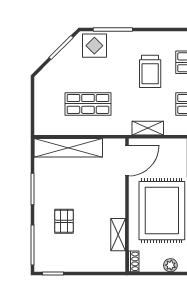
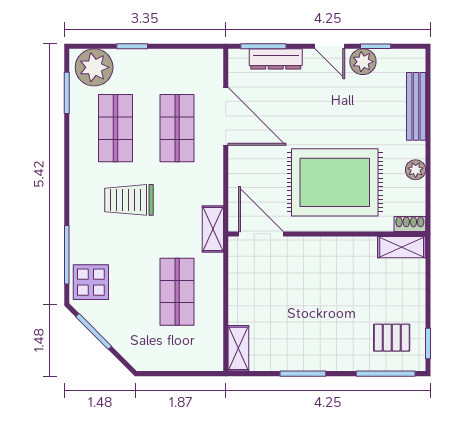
trolley: (150, 71) -> (129, 200), turned 180
shelving: (148, 128) -> (213, 229), moved
shelving: (68, 148) -> (238, 348), width x0.45, depth x0.75
pallet: (64, 221) -> (392, 338), moved
shelving: (118, 235) -> (402, 247), moved

